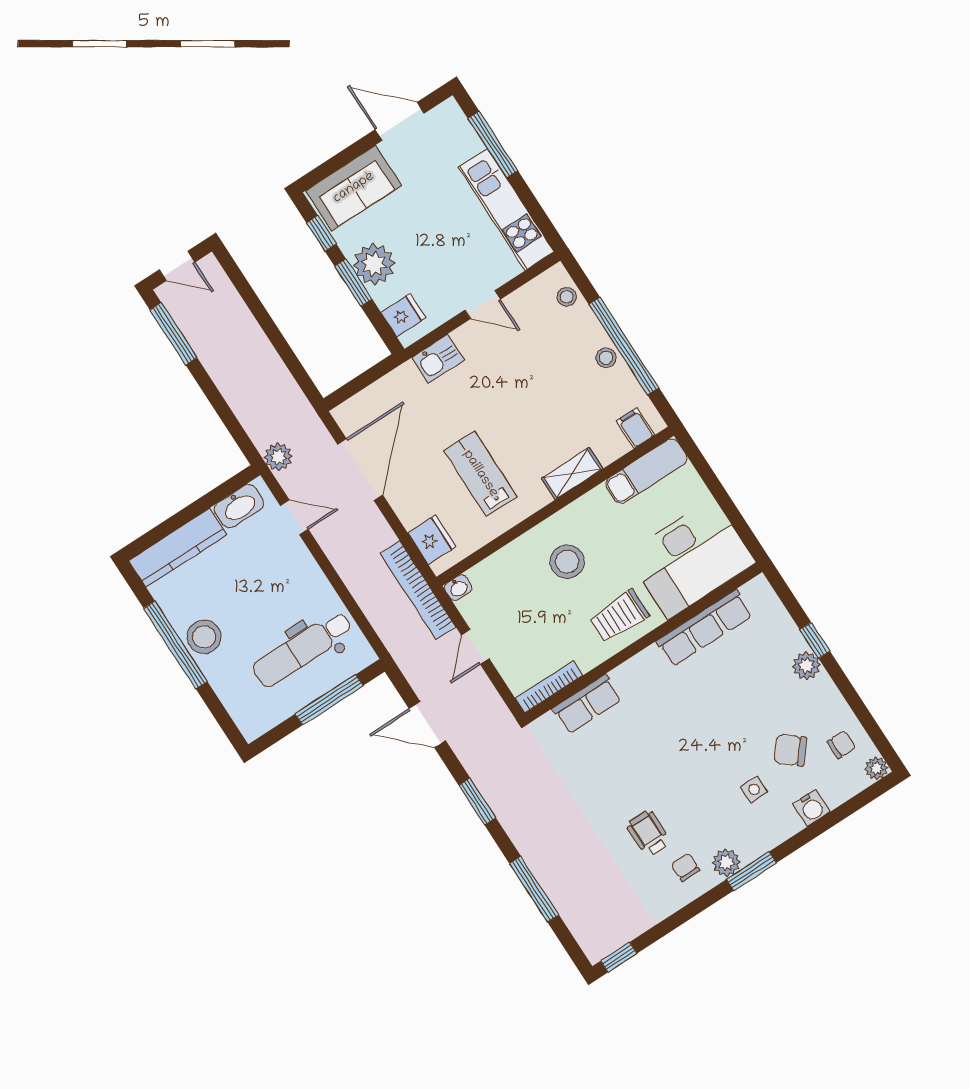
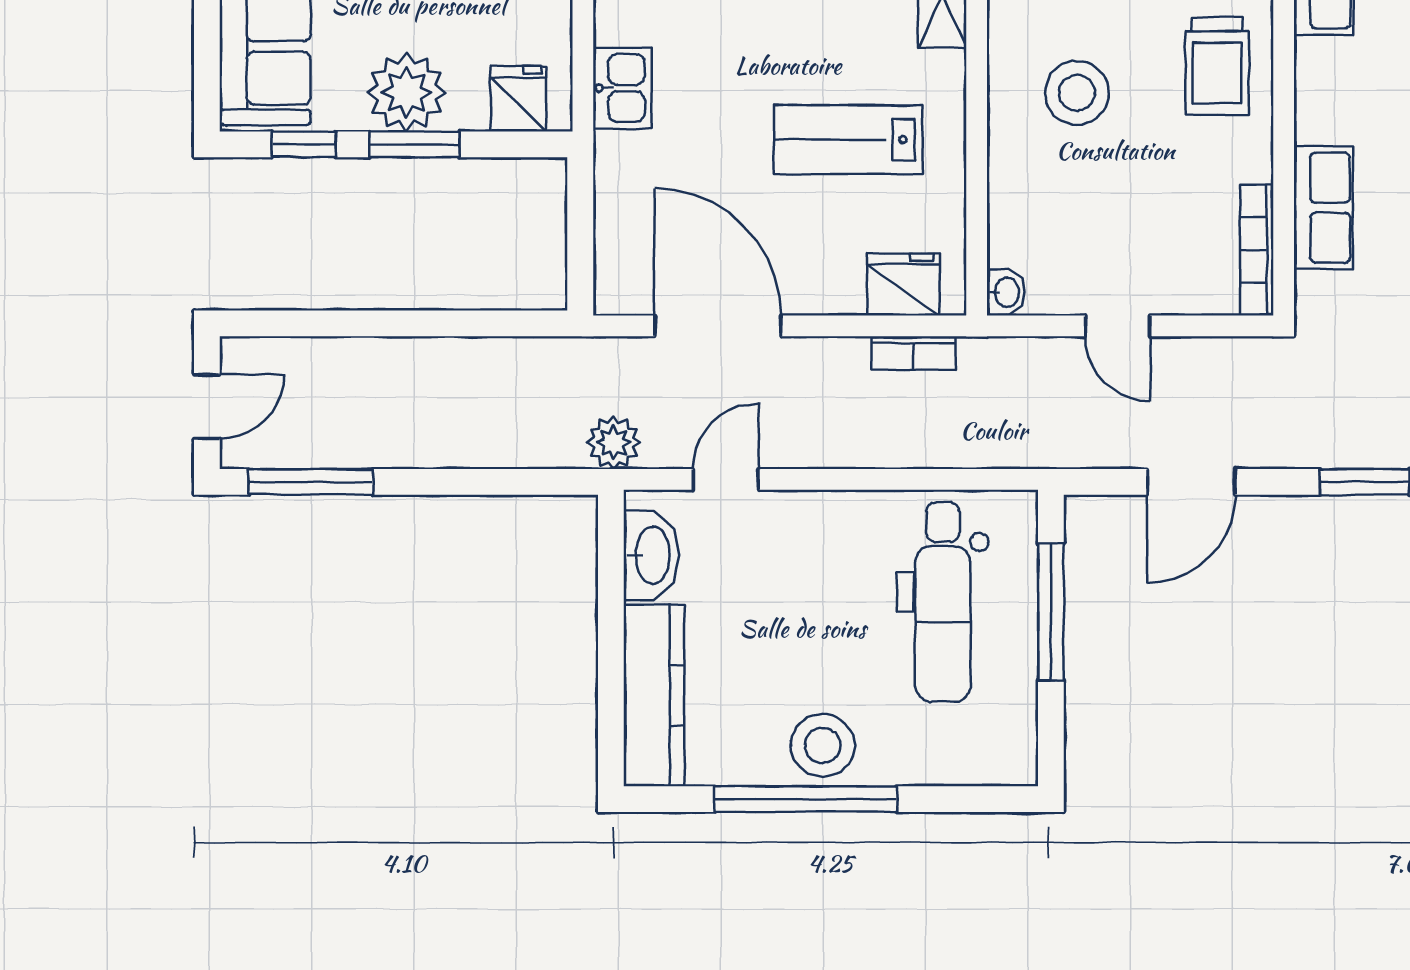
bookcase: (418, 590) -> (913, 353), width x0.43, depth x0.76

